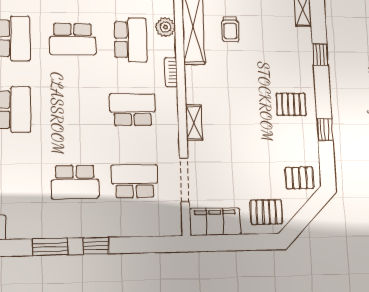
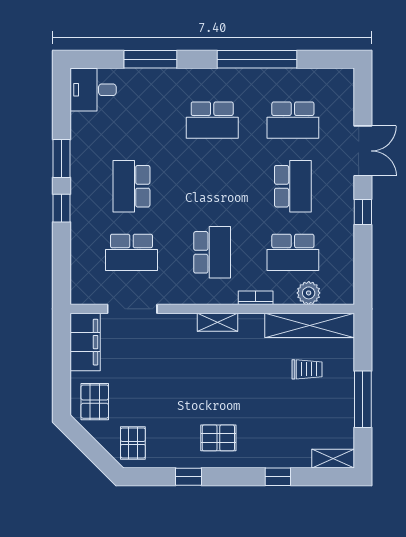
trolley: (230, 29) -> (307, 369), turned 180
school desk: (73, 39) -> (293, 186), turned 180
pallet: (291, 104) -> (218, 438), turned 90
shelving: (194, 123) -> (217, 322), moved
school desk: (134, 181) -> (131, 252), turned 90

